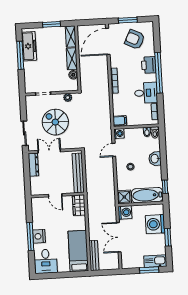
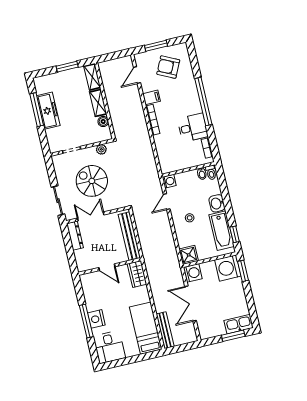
door: (108, 41) -> (137, 75), width x0.53
freezer: (29, 46) -> (48, 111), moved
printer: (149, 65) -> (190, 94), removed
filing cabinet: (120, 121) -> (151, 97), moved
bathtub: (147, 195) -> (222, 231), moved, turned -90
washing machine: (155, 224) -> (228, 268), moved
window: (168, 237) -> (243, 271), moved

